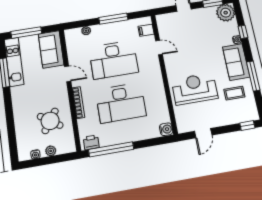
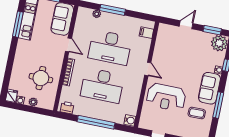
window: (113, 19) -> (113, 10), moved
door: (159, 47) -> (148, 69), moved
reception desk: (195, 89) -> (166, 97), turned 180
round table: (50, 121) -> (41, 78), turned -34
window: (111, 149) -> (96, 122), moved
fridge: (24, 153) -> (12, 96), added

